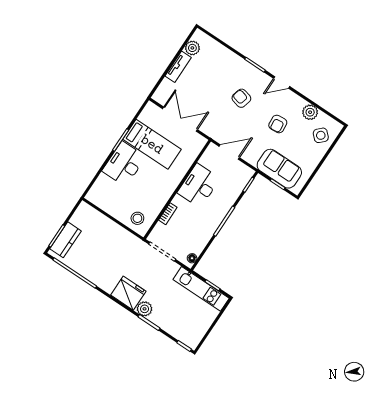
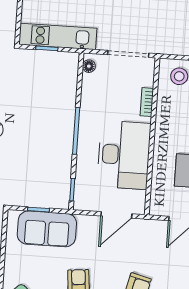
desk: (199, 186) -> (124, 155), width x1.36, depth x1.30

